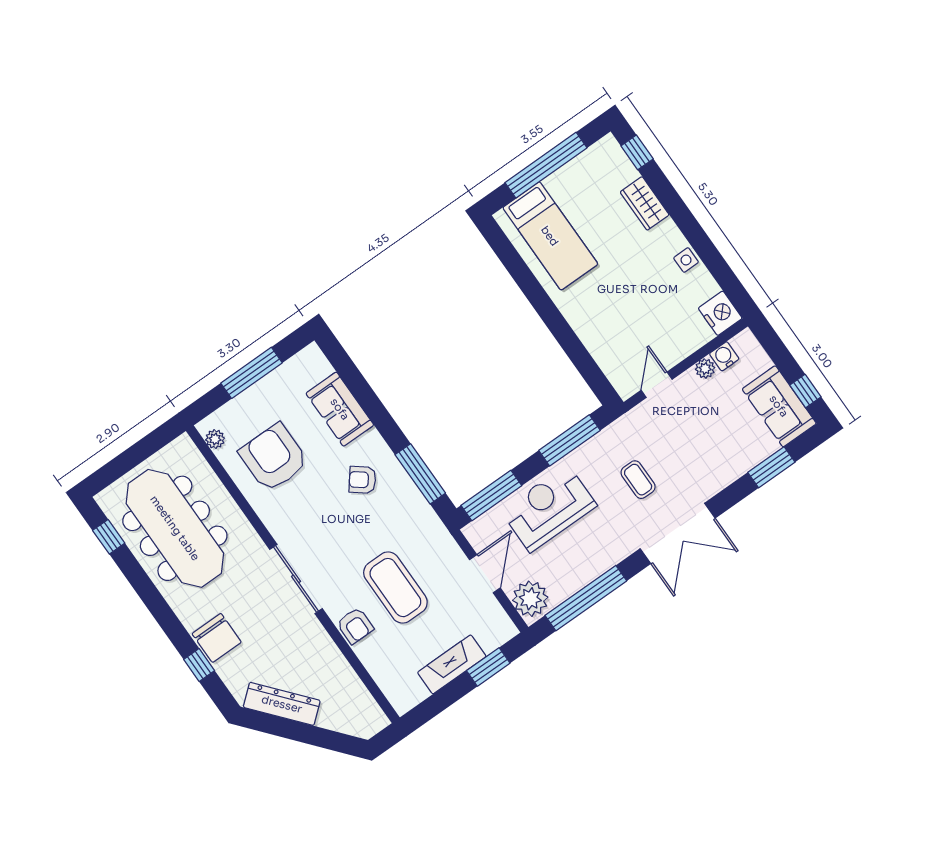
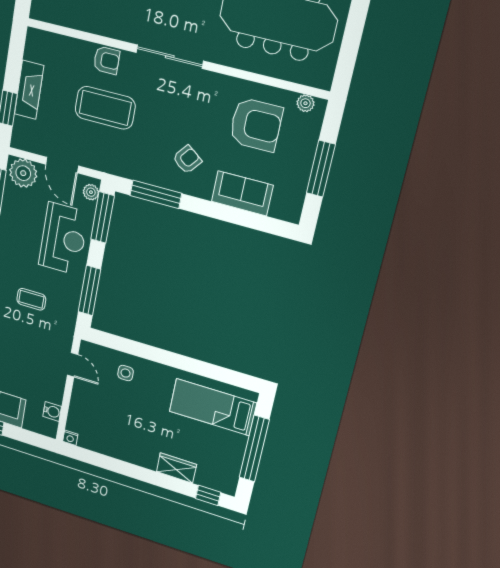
side table: (686, 260) -> (126, 373), moved
nightstand: (720, 313) -> (70, 438), width x0.53, depth x0.56
plant: (705, 369) -> (91, 192), moved
armchair: (355, 626) -> (107, 60), turned 180

